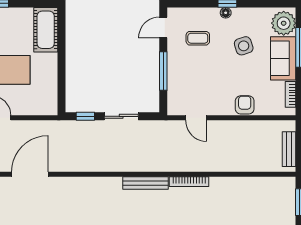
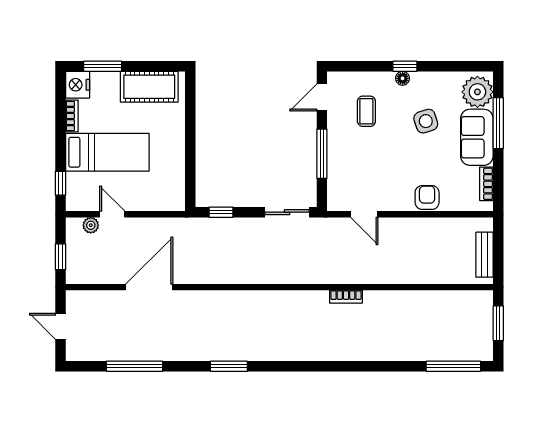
cot: (46, 30) -> (149, 87), moved, turned 90
coffee table: (198, 38) -> (366, 111), turned 90
sliding door: (121, 116) -> (287, 212), moved
bookcase: (189, 182) -> (346, 297), width x0.64
bench: (145, 183) -> (299, 298), removed

